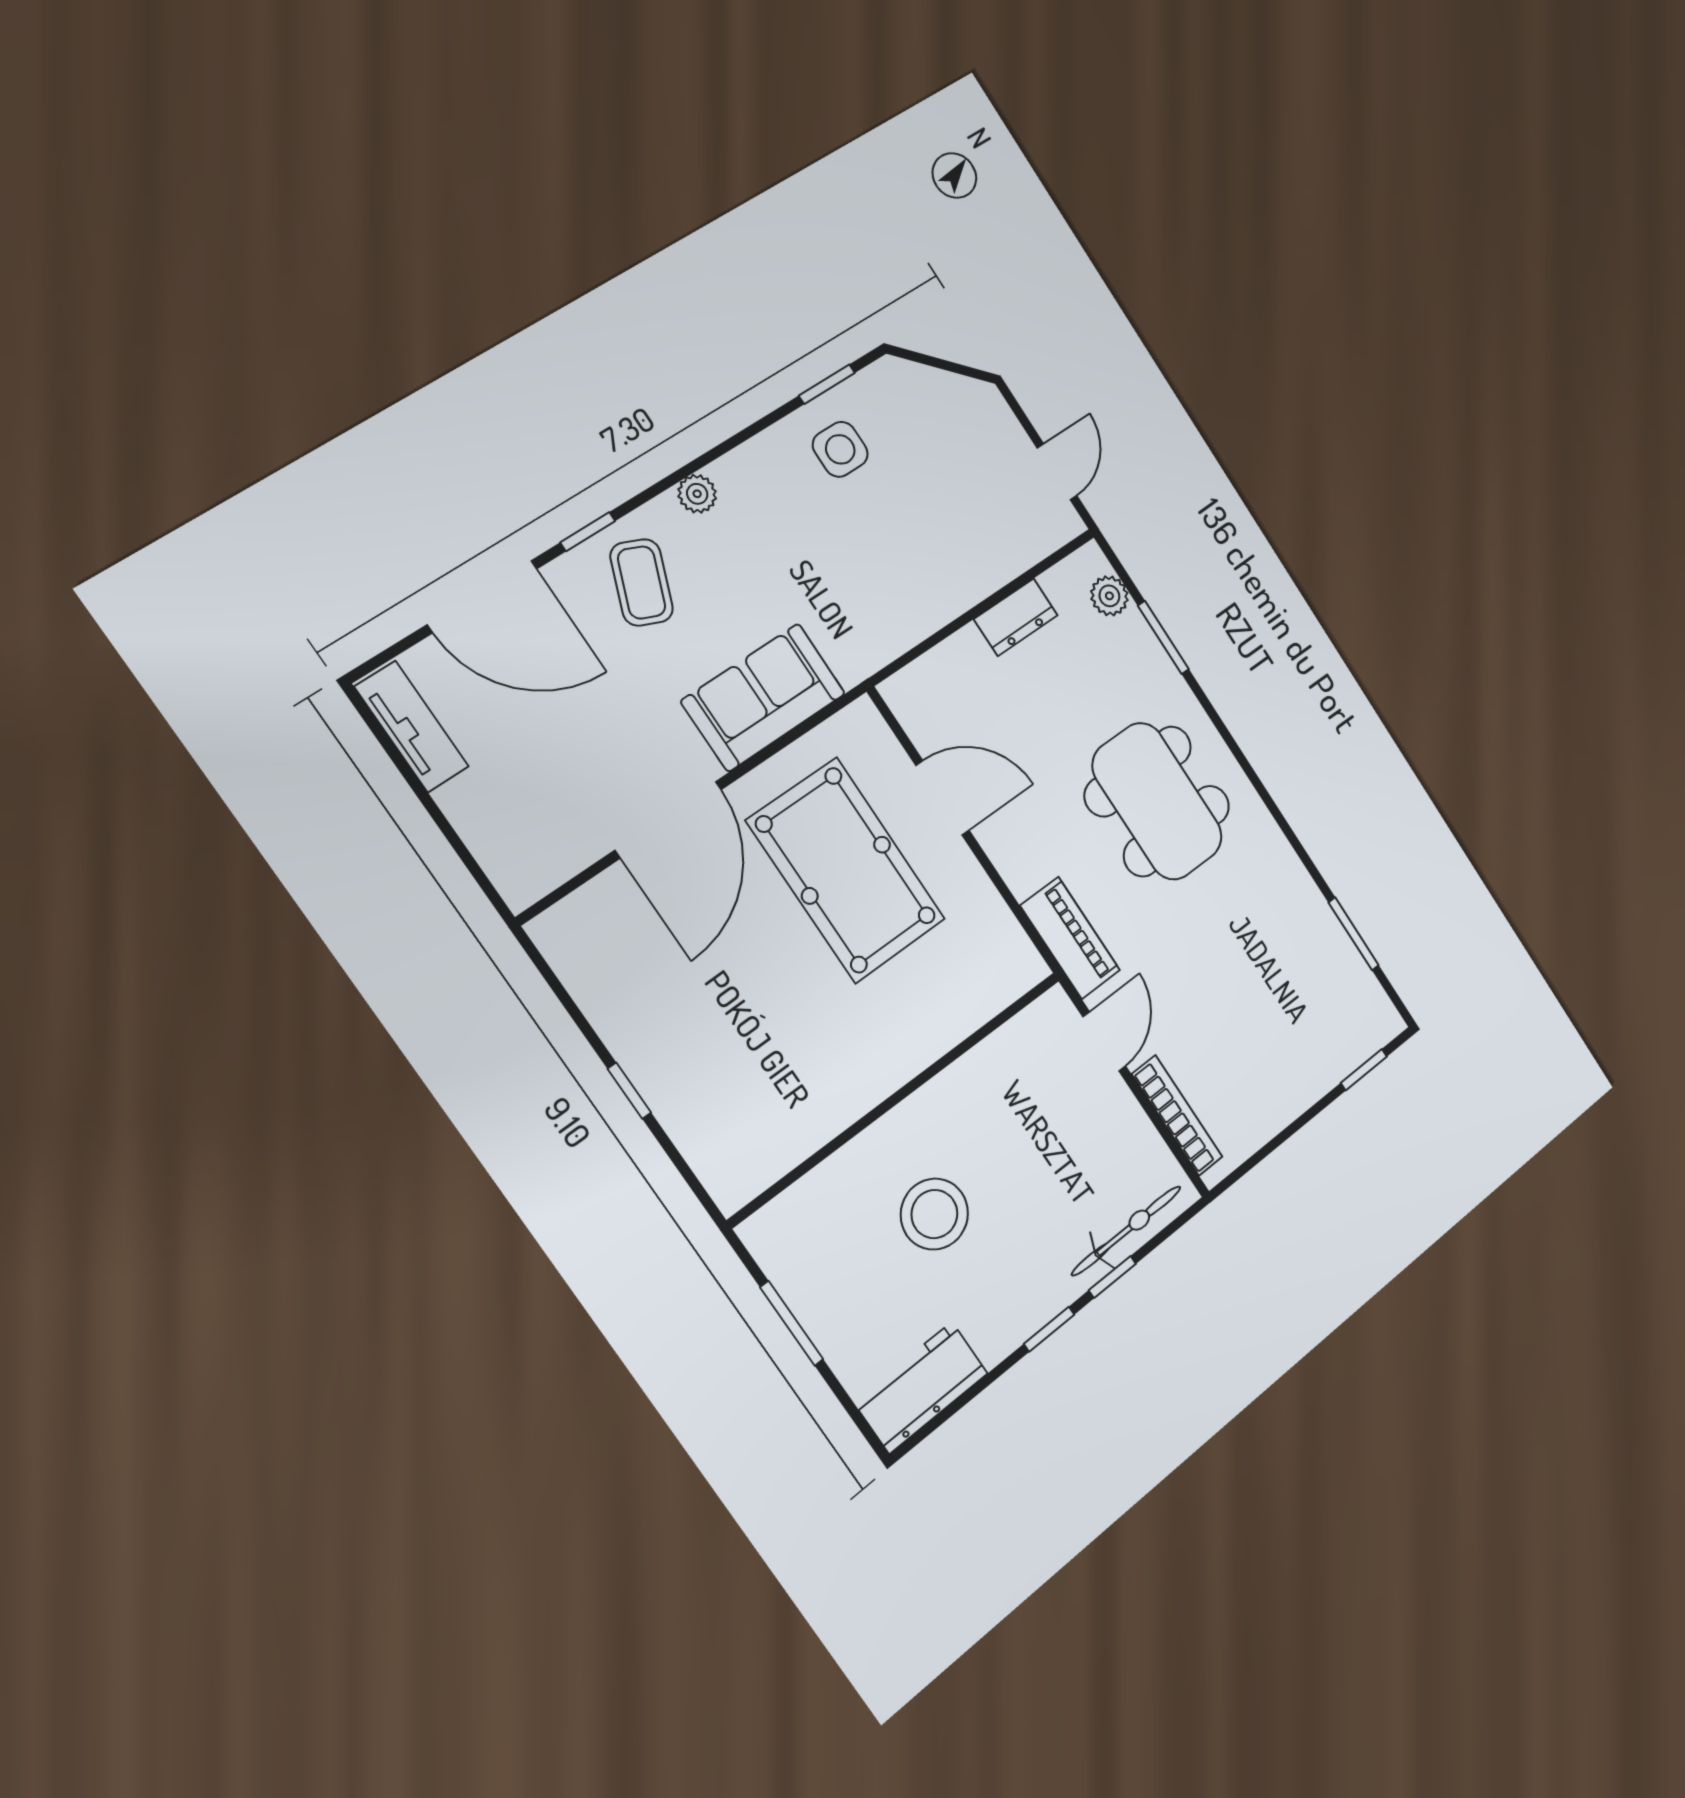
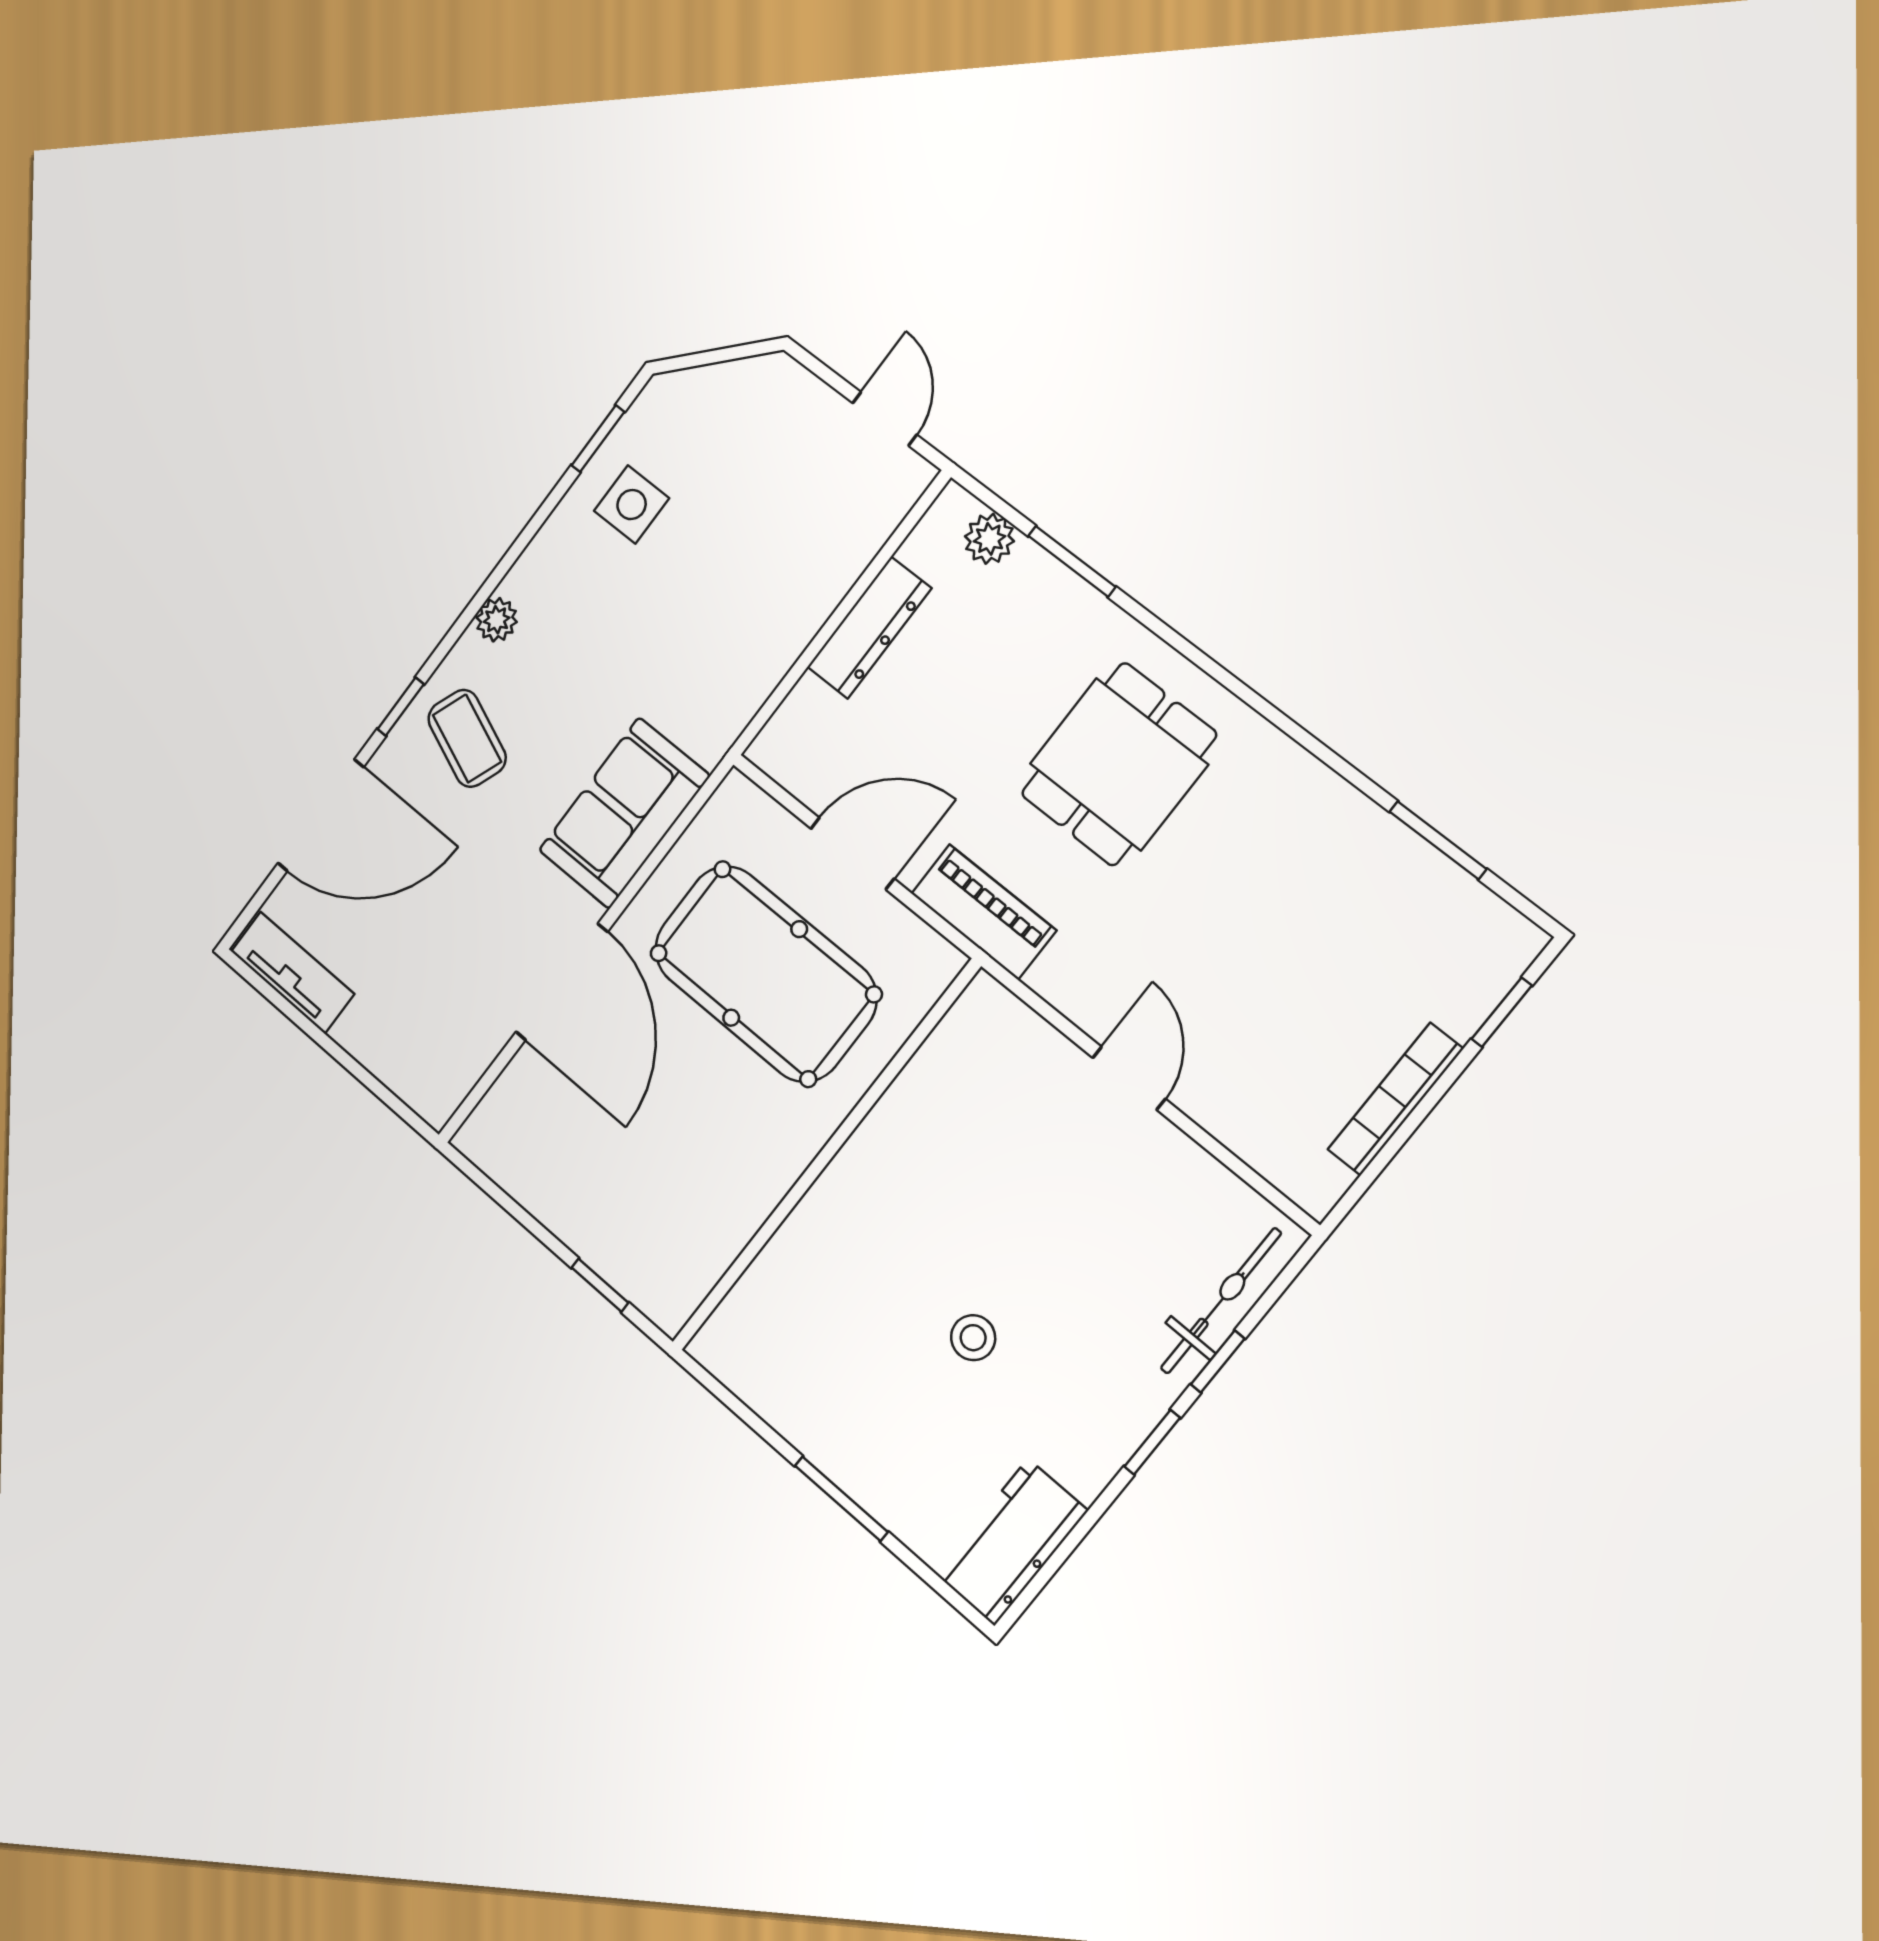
dresser: (1016, 617) -> (869, 628), width x1.44
dining table: (1157, 801) -> (1119, 764), width x0.73
piano: (1070, 938) -> (984, 912), moved
wall: (898, 1097) -> (825, 1156), moved
bookcase: (1177, 1115) -> (1395, 1099), moved, turned -90
stool: (934, 1214) -> (973, 1338), width x0.53, depth x0.53

